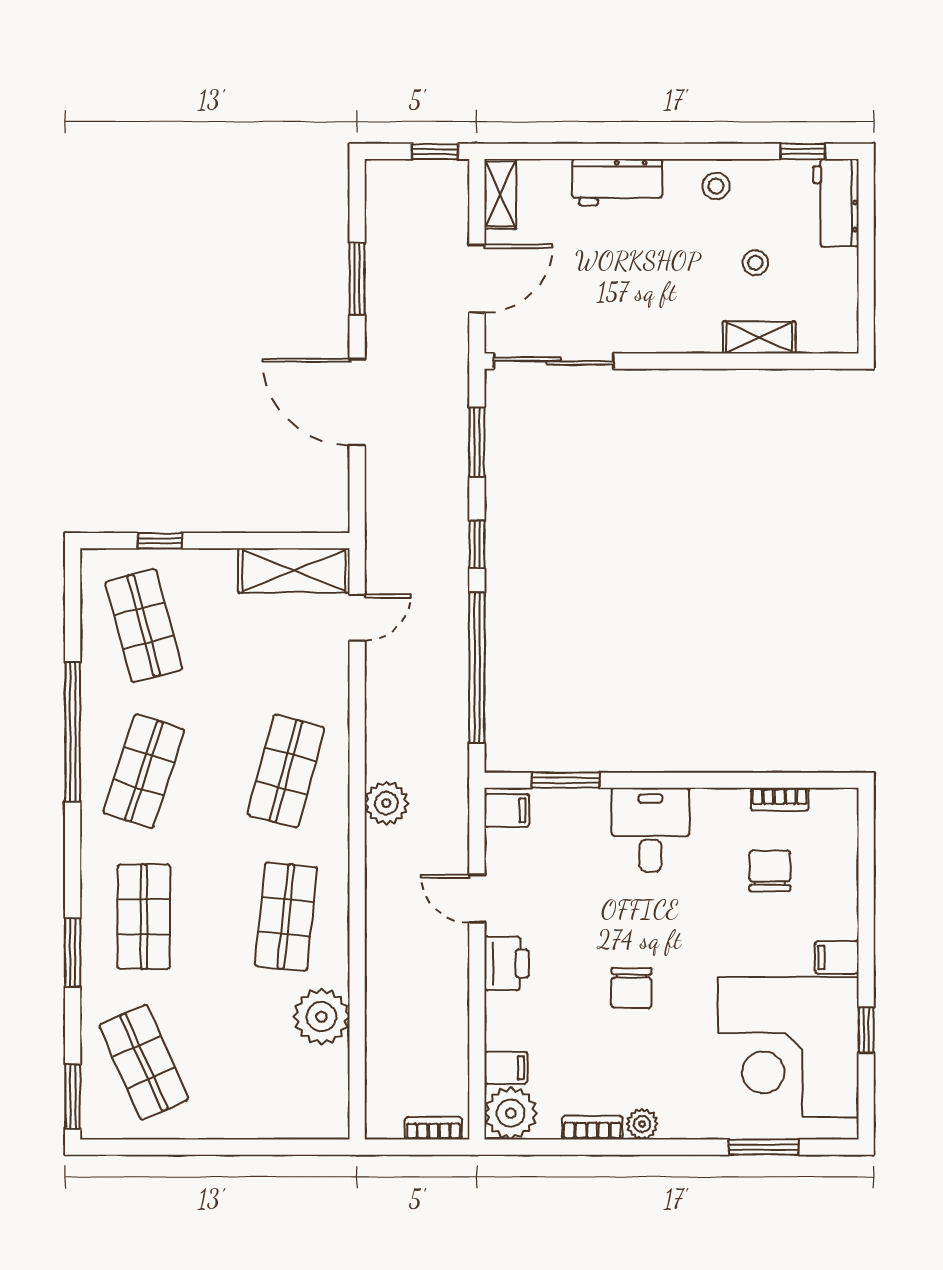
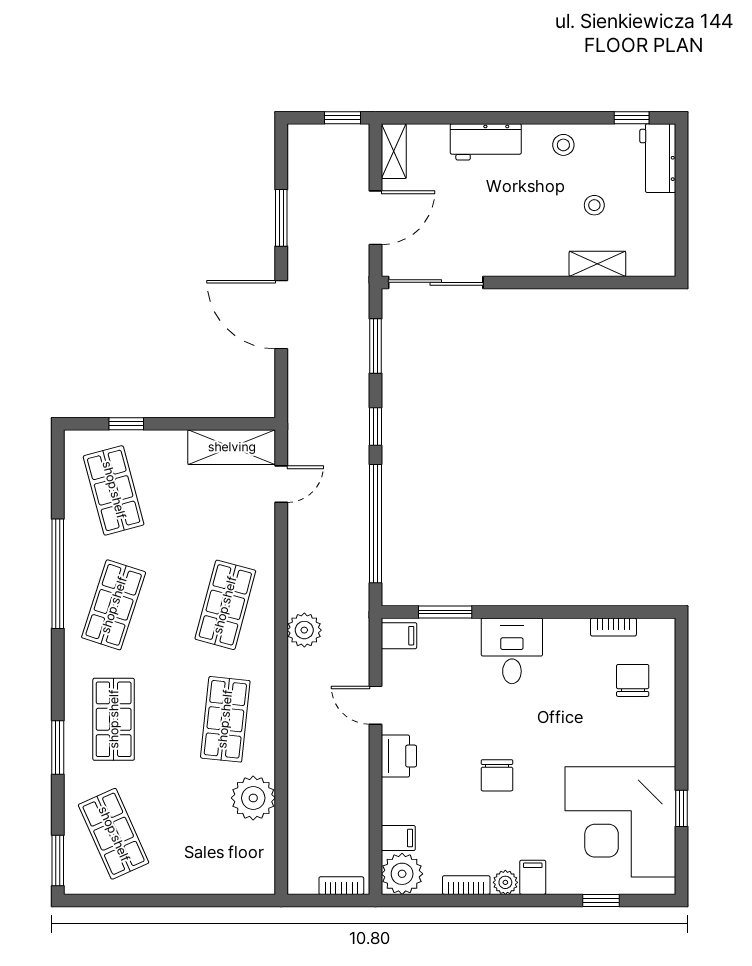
chair: (770, 871) -> (633, 680), moved
filing cabinet: (837, 957) -> (533, 877), moved, turned 90
window: (764, 1147) -> (601, 900), width x0.67

